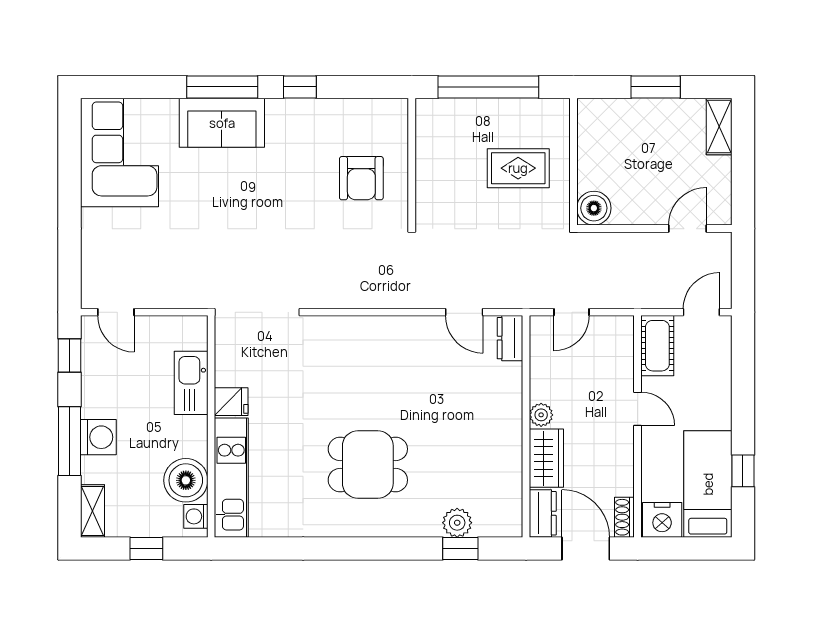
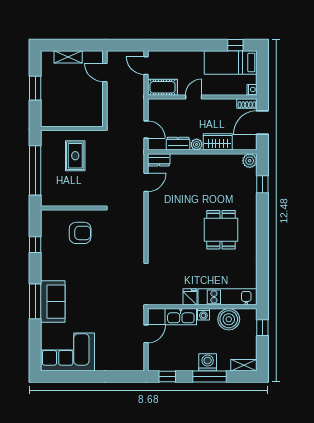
window: (300, 87) -> (35, 245), moved
shelving: (719, 126) -> (68, 57), moved
boiler: (594, 208) -> (95, 119), removed
door: (116, 312) -> (146, 334), moved
window: (743, 471) -> (235, 45), moved
dresser: (543, 513) -> (178, 144), moved
washing machine: (196, 516) -> (203, 314), moved
nightstand: (662, 520) -> (252, 89), width x0.53, depth x0.56
plant: (457, 523) -> (250, 161), moved
window: (146, 549) -> (262, 328), moved

